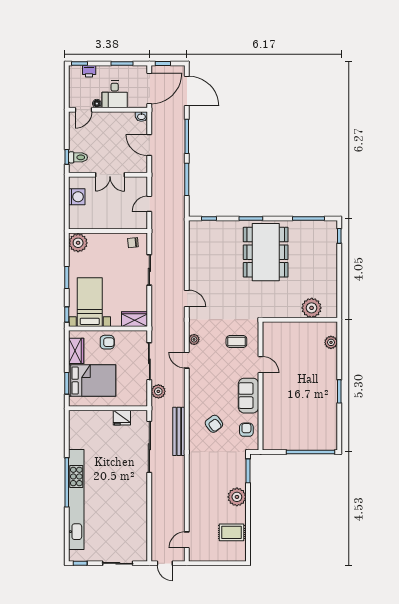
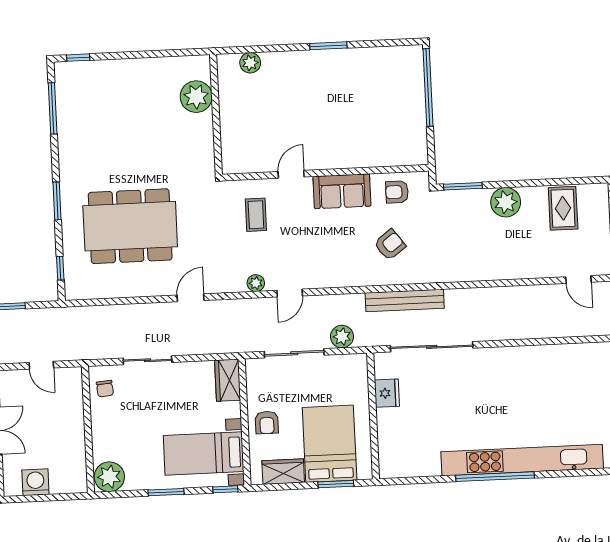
dining table: (266, 252) -> (130, 226), moved
armchair: (107, 342) -> (267, 422), turned 180

